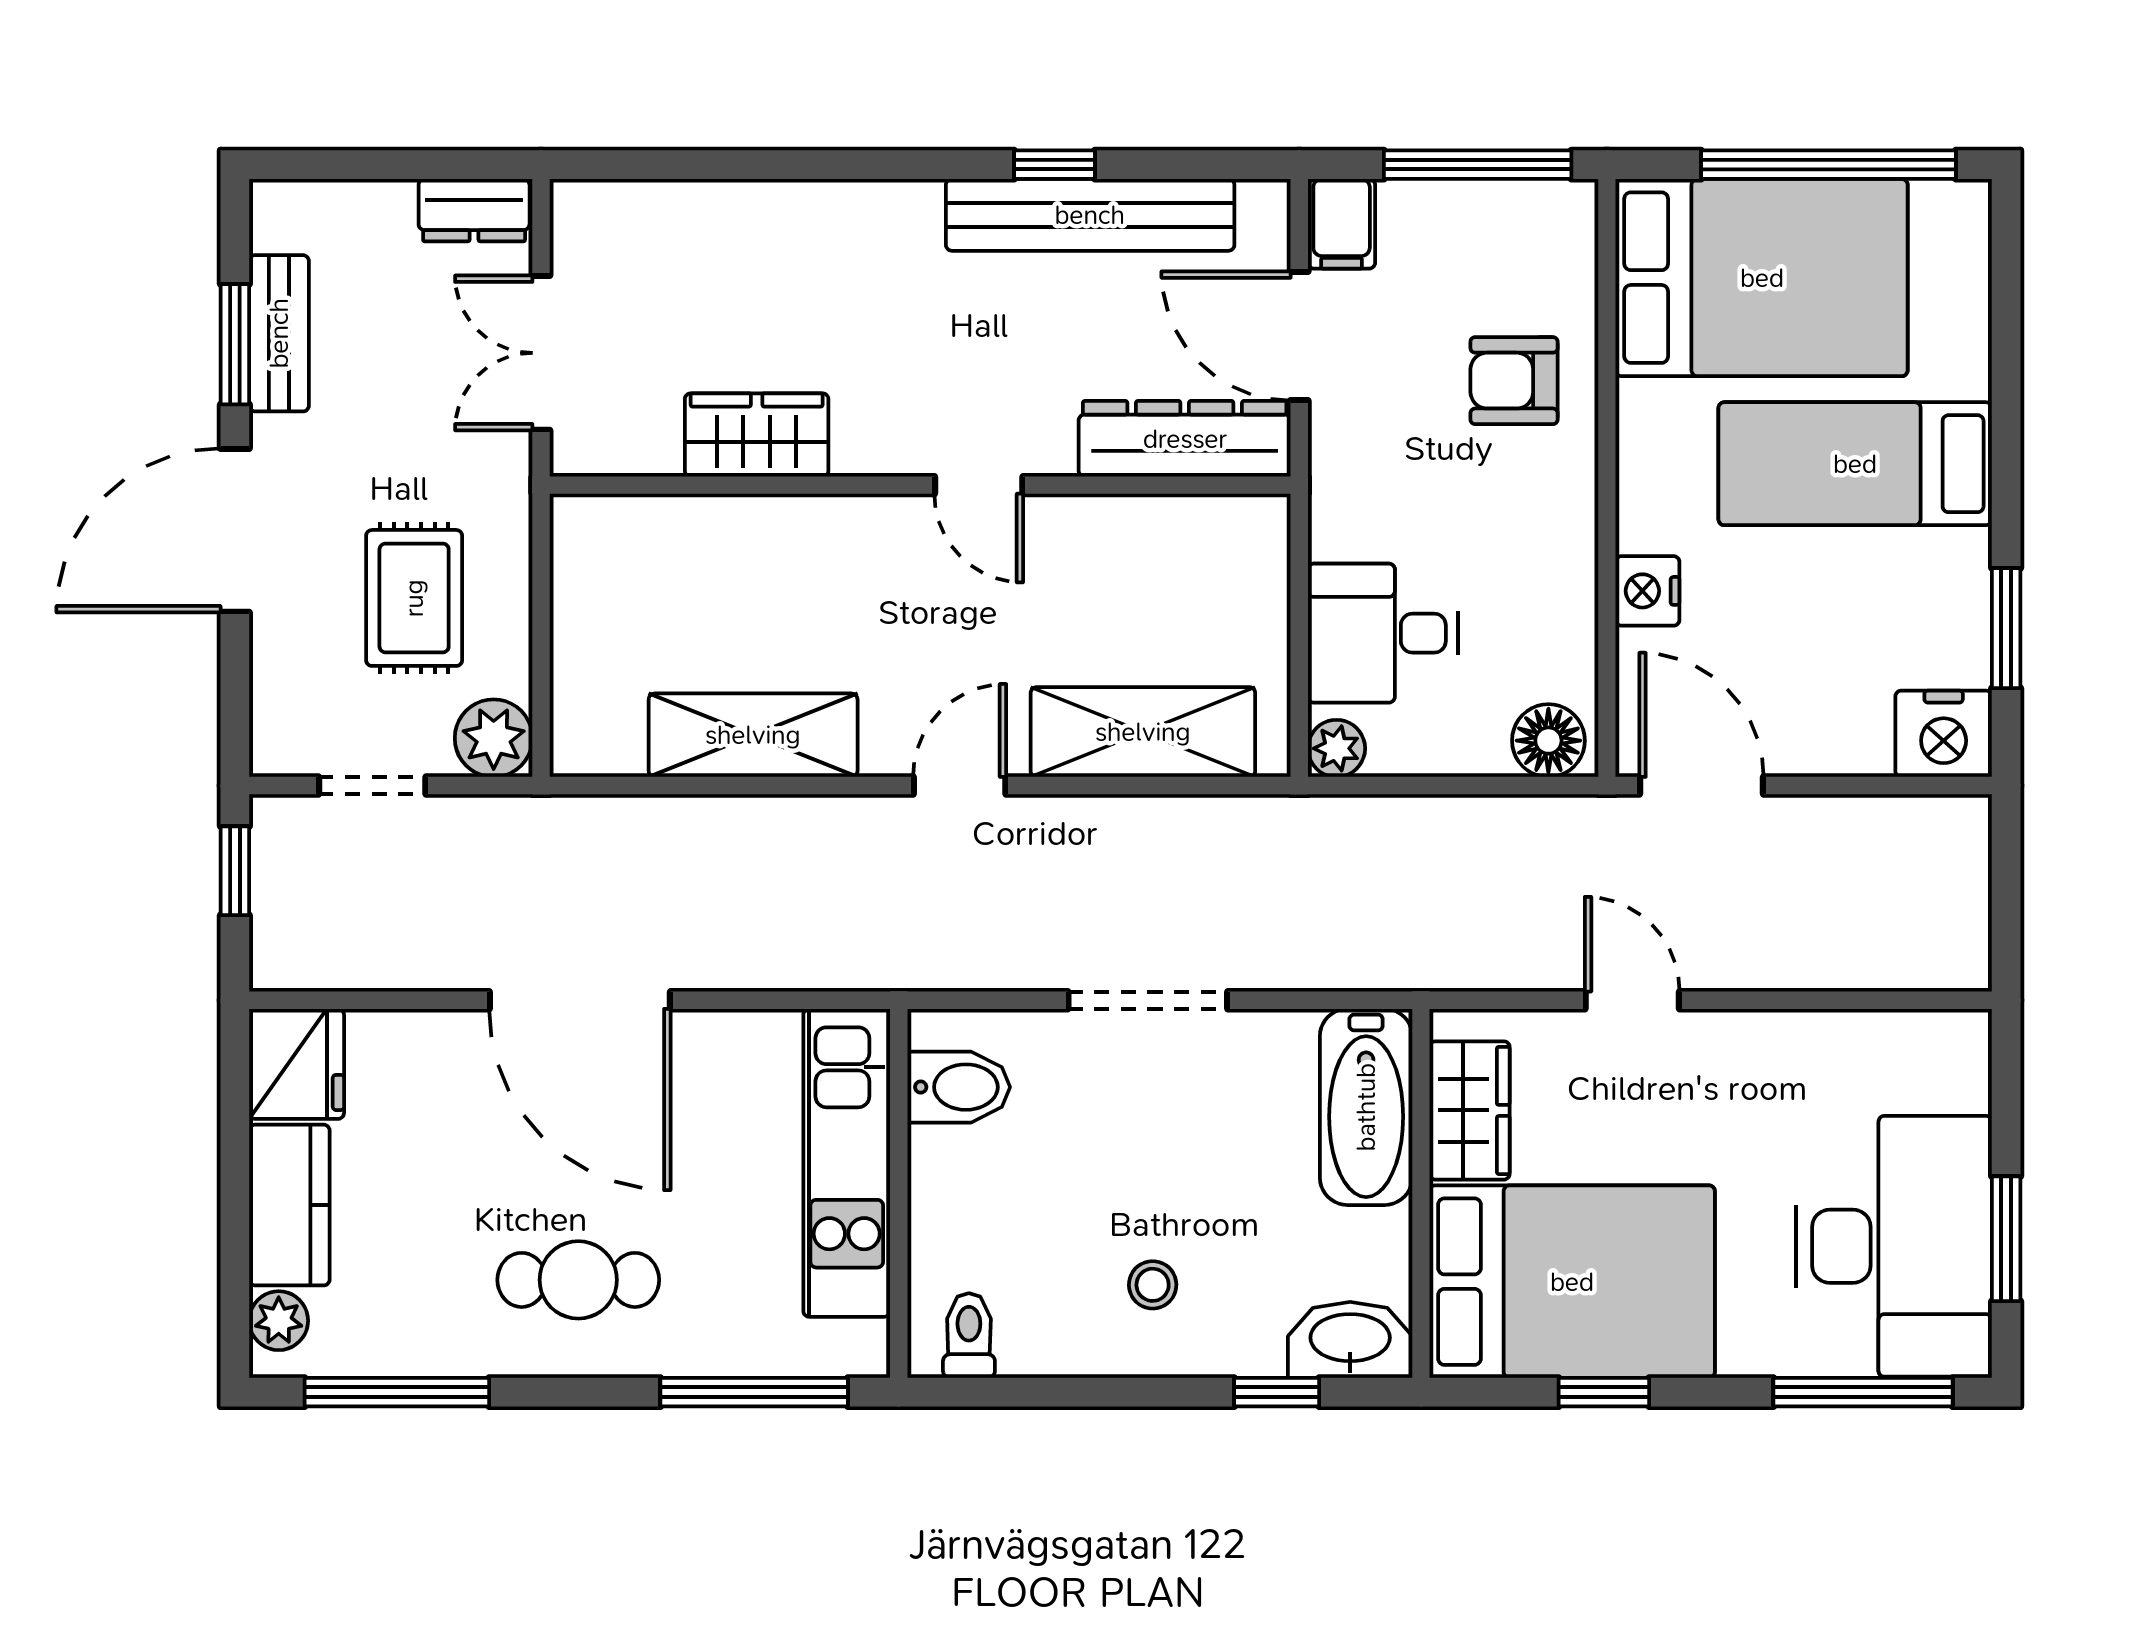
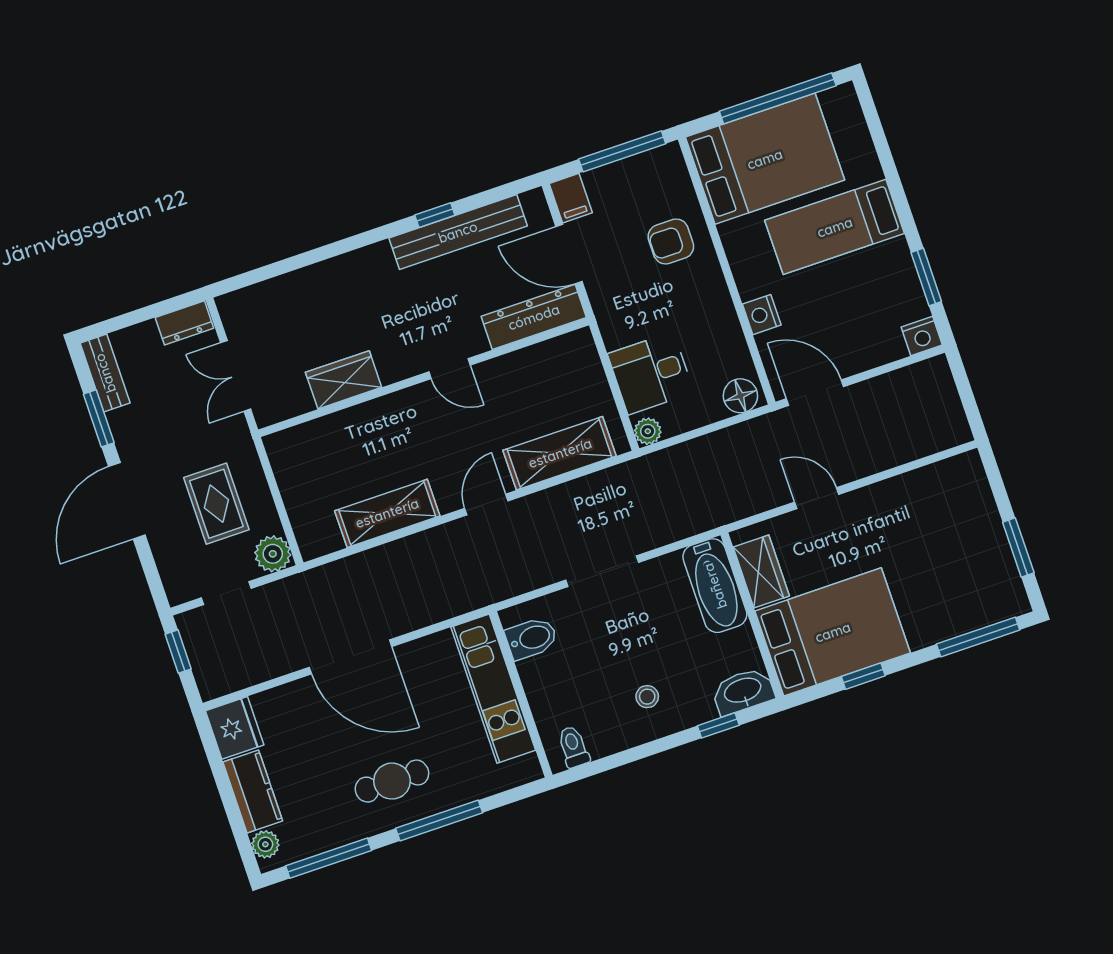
bench: (279, 333) -> (105, 373), moved
nightstand: (1944, 734) -> (922, 336), width x0.74, depth x0.75
desk: (1894, 1246) -> (970, 568), removed
window: (754, 1392) -> (439, 821), moved

